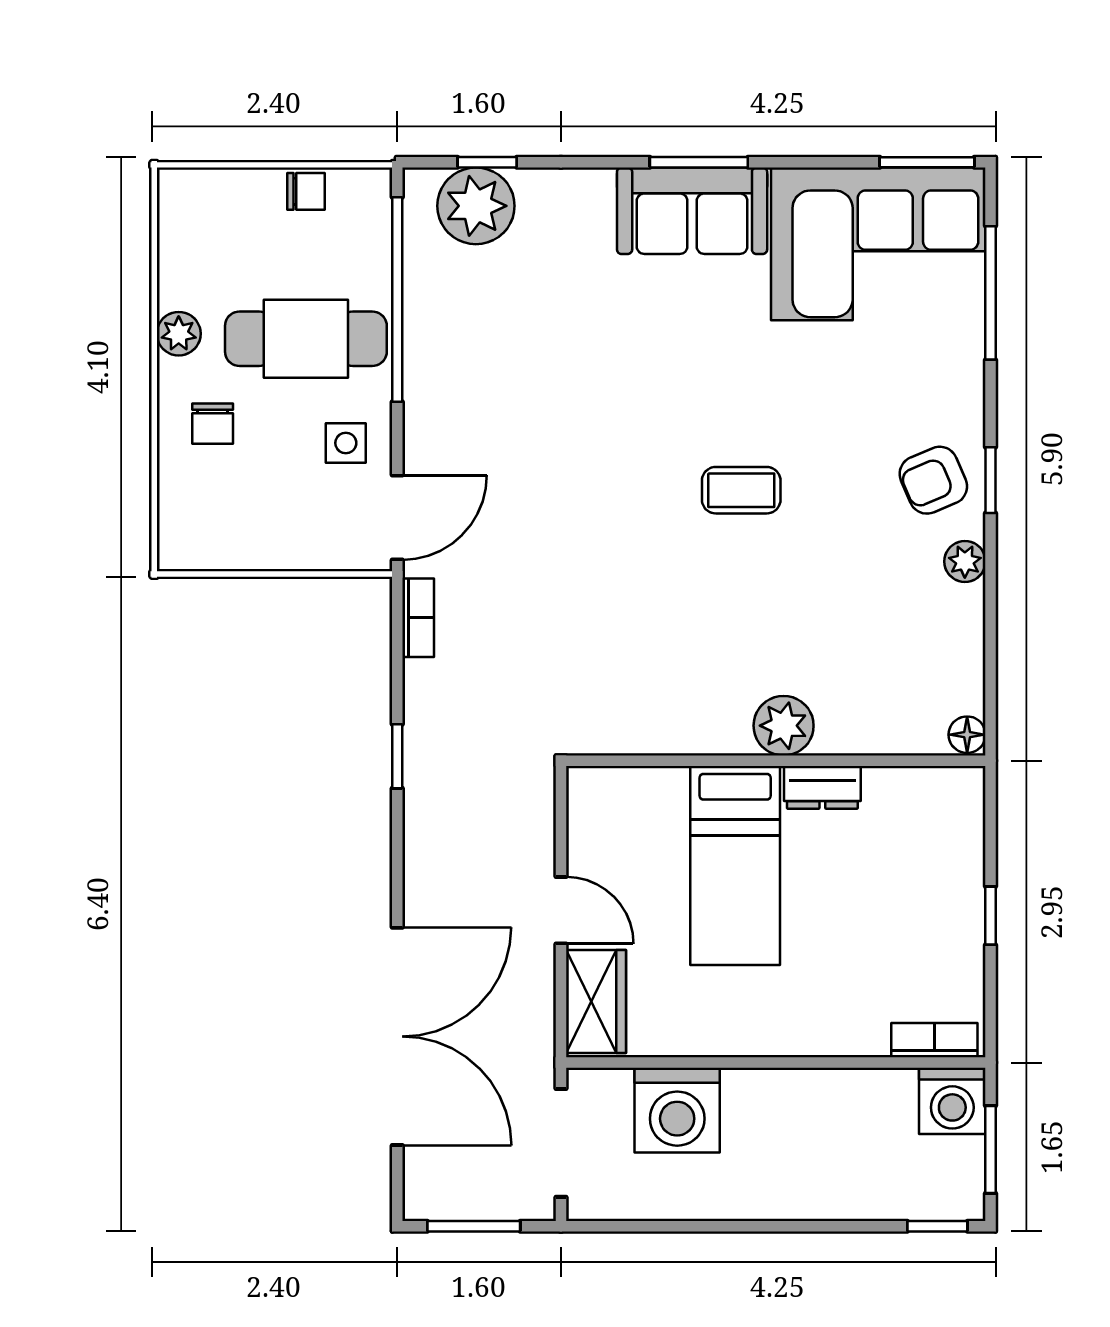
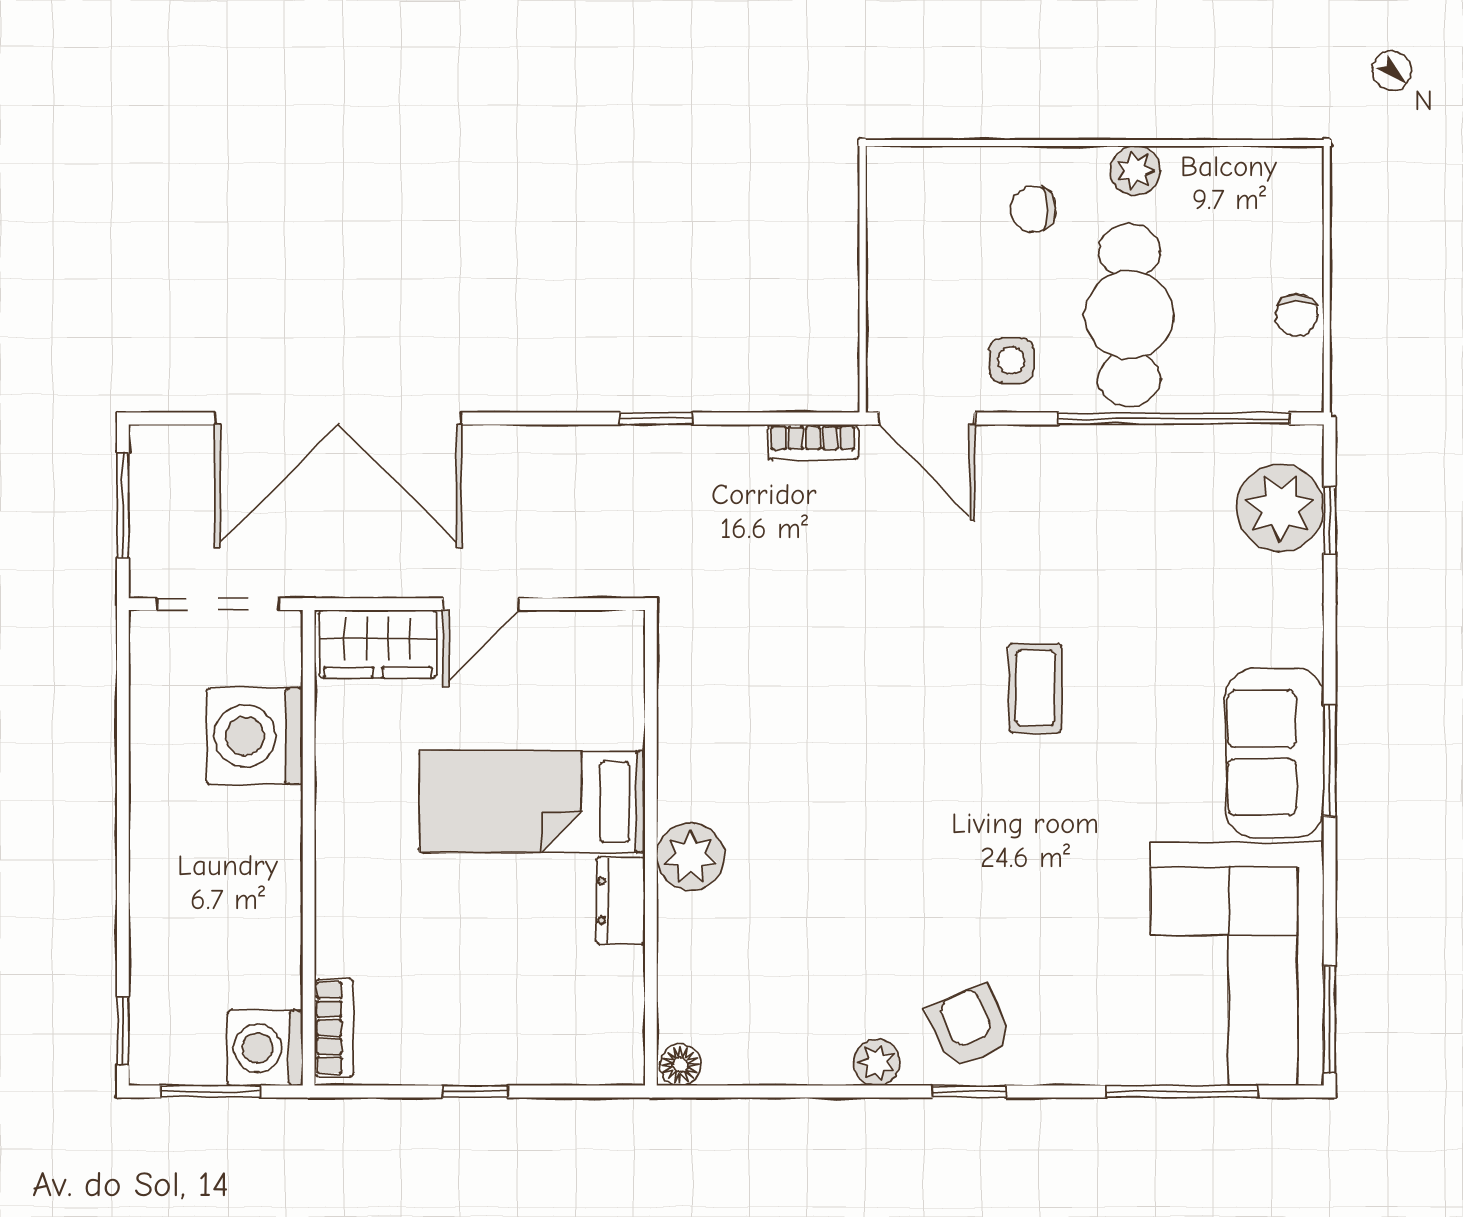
coffee table: (741, 490) -> (1035, 688), moved

